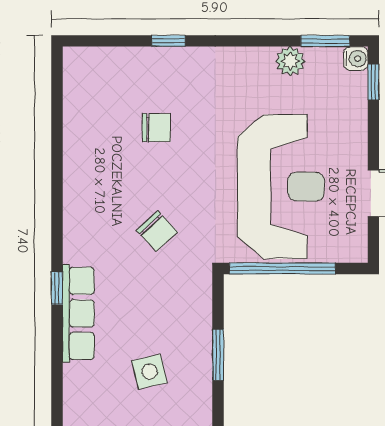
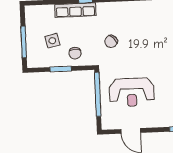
chair: (156, 128) -> (75, 53), moved
reception desk: (281, 187) -> (132, 92), width x0.74, depth x0.77

